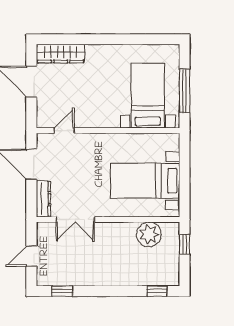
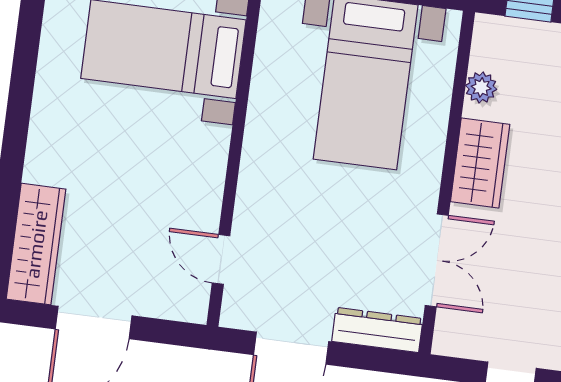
wardrobe: (118, 232) -> (480, 163), added
plant: (149, 234) -> (481, 87), width x0.53, depth x0.53

